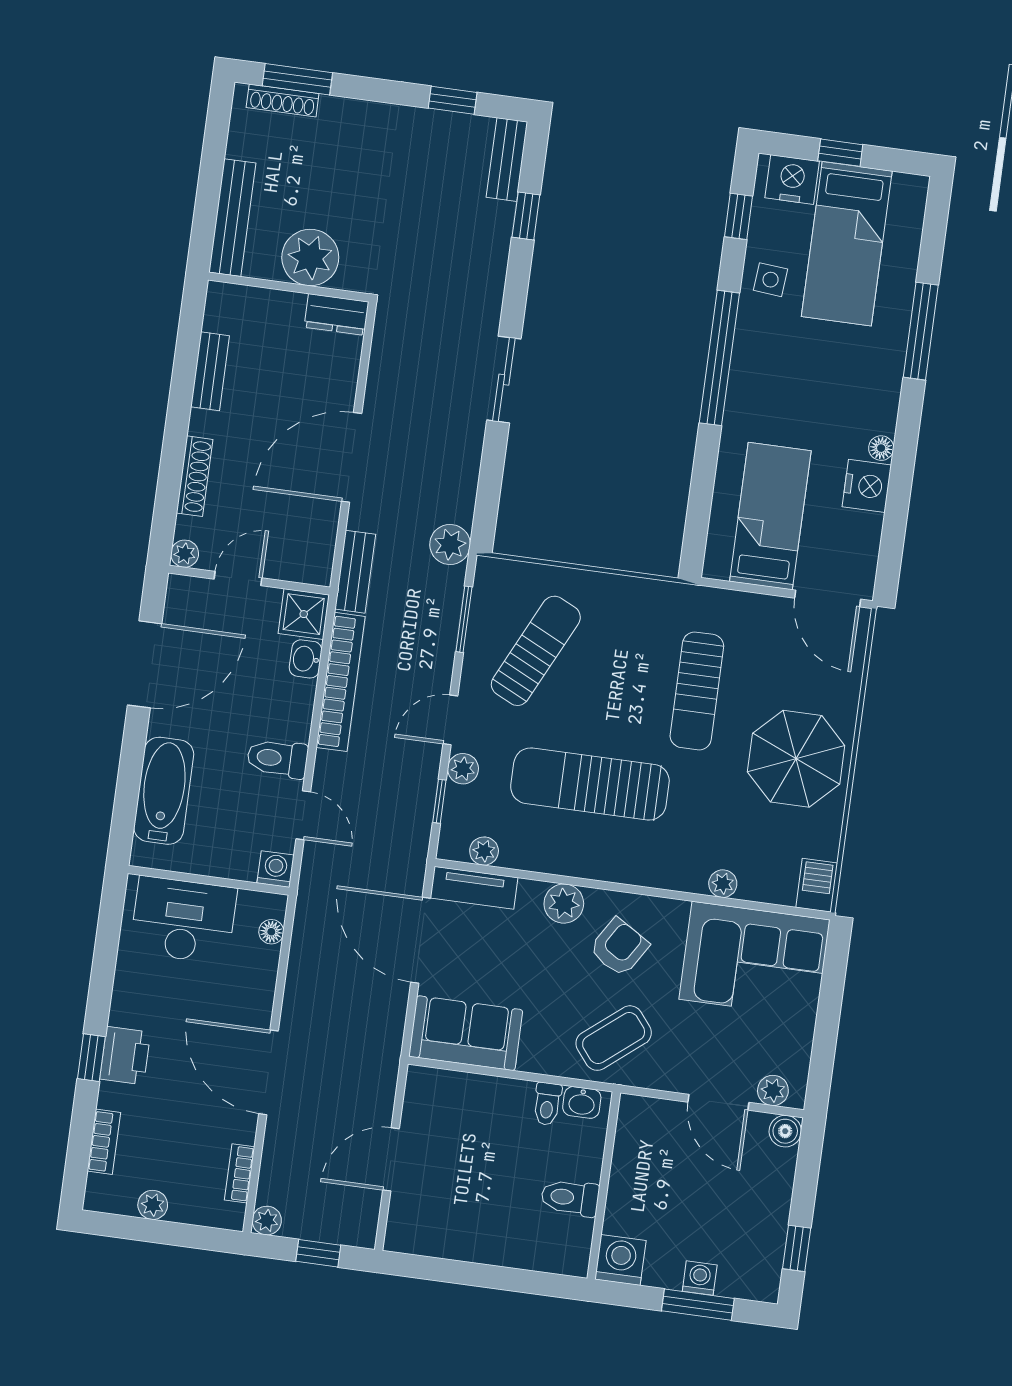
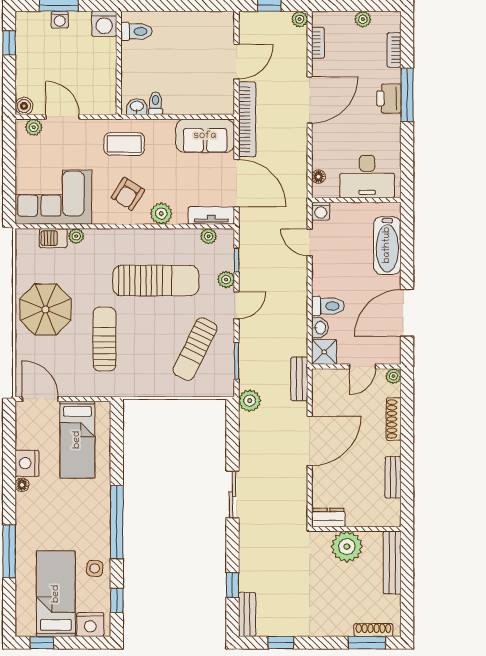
window: (840, 153) -> (42, 643), moved
bookcase: (341, 682) -> (247, 119), moved, turned 180
toilet: (277, 758) -> (328, 306), moved
barbecue: (817, 885) -> (53, 238), moved, turned 90
coffee table: (614, 1038) -> (124, 144), turned 39
window: (91, 1058) -> (407, 95), width x2.17
door: (268, 1072) -> (310, 100), hinge flipped
toilet: (570, 1198) -> (136, 31), moved

